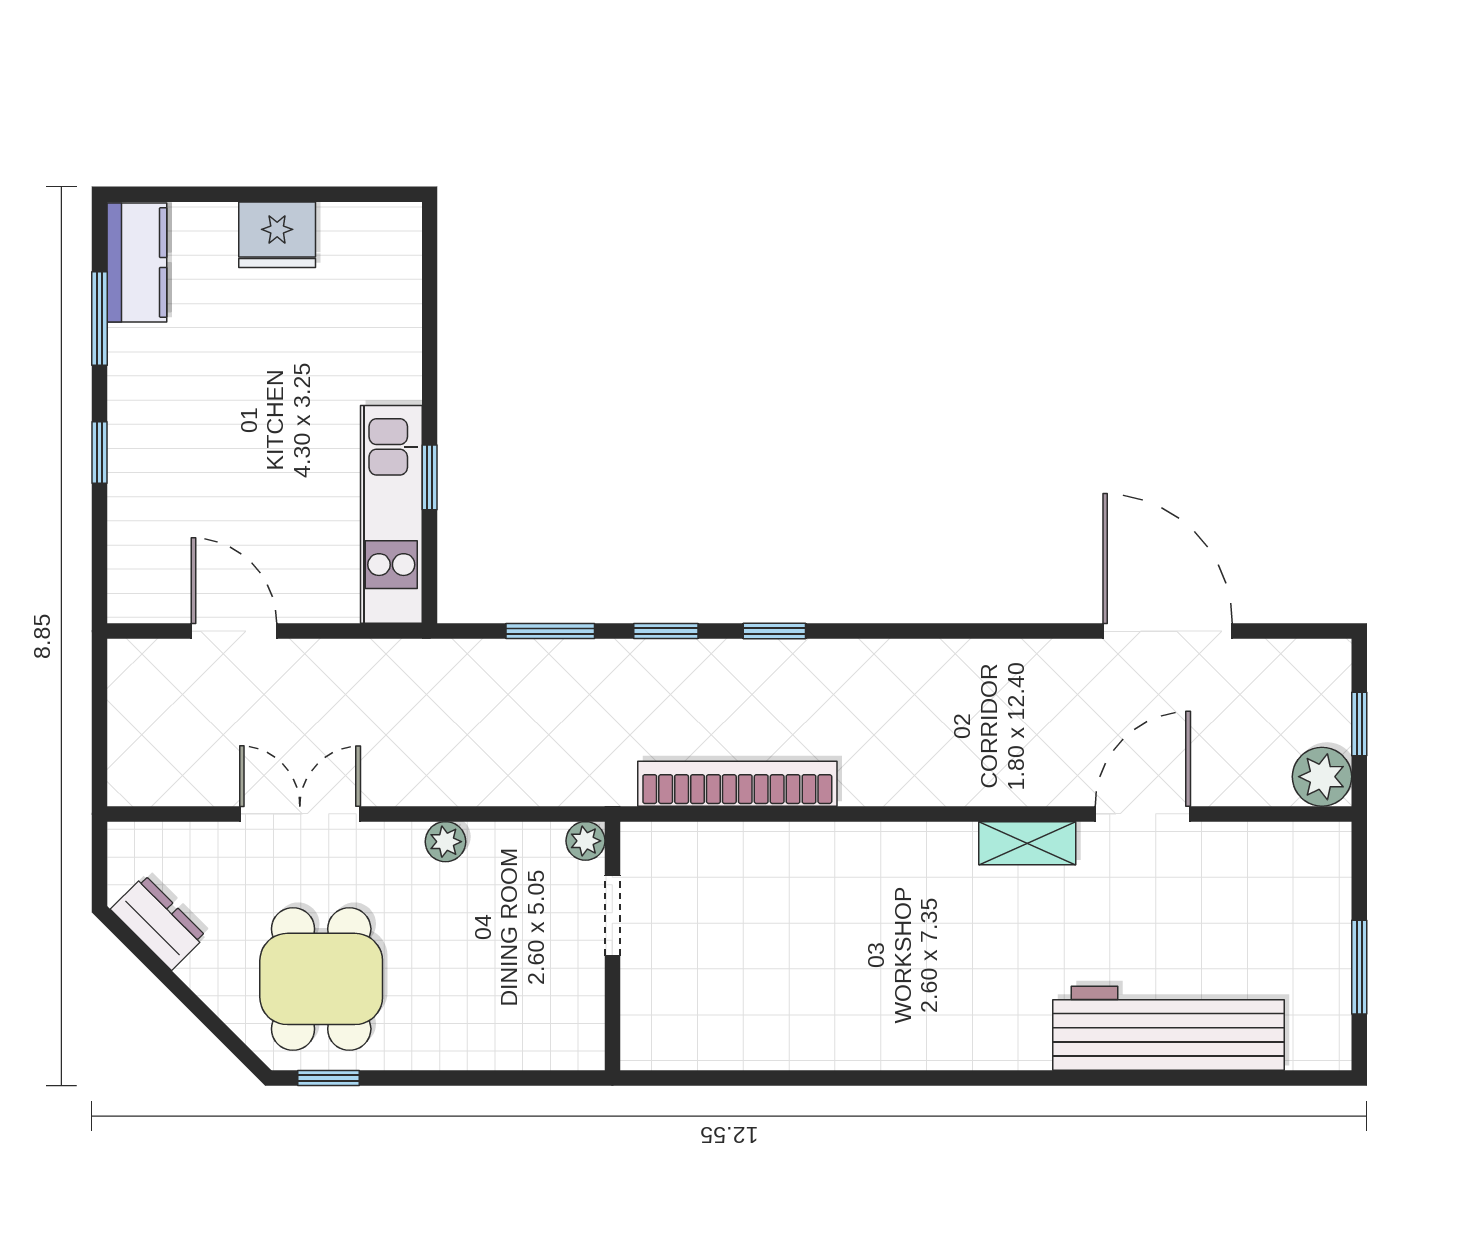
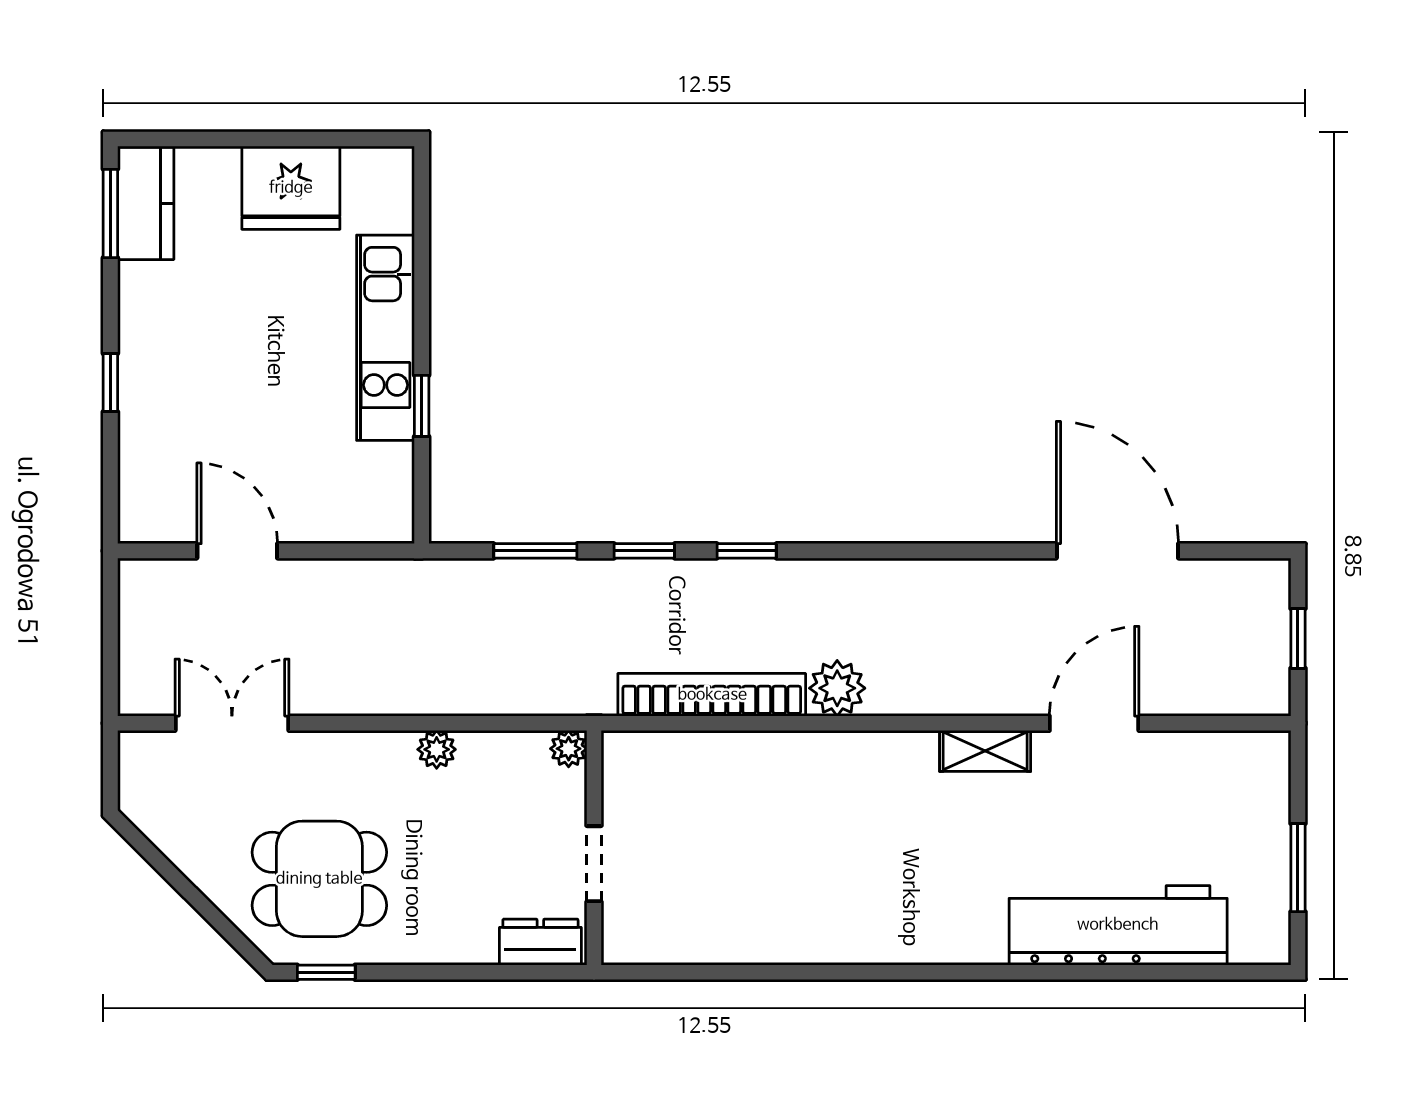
fridge: (277, 235) -> (291, 188), width x1.36, depth x1.34
window: (99, 318) -> (110, 213), moved
kitchen unit: (391, 514) -> (386, 338), moved
plant: (1322, 777) -> (837, 688), moved
double door: (300, 814) -> (232, 723), moved
doorway: (612, 915) -> (594, 864), moved
dresser: (158, 923) -> (540, 942), moved, turned -45
dining table: (321, 979) -> (319, 879), turned 90

